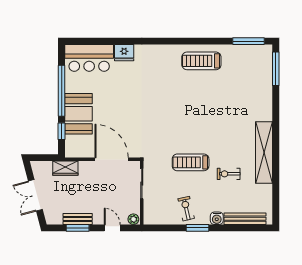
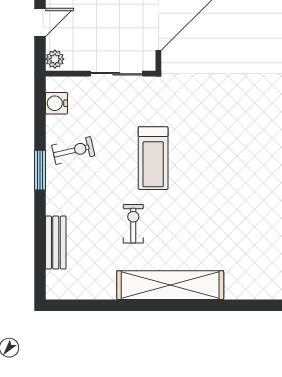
treadmill: (191, 162) -> (153, 158), turned 180
water cooler: (217, 218) -> (57, 103), moved
bench: (245, 219) -> (56, 243), width x0.73

